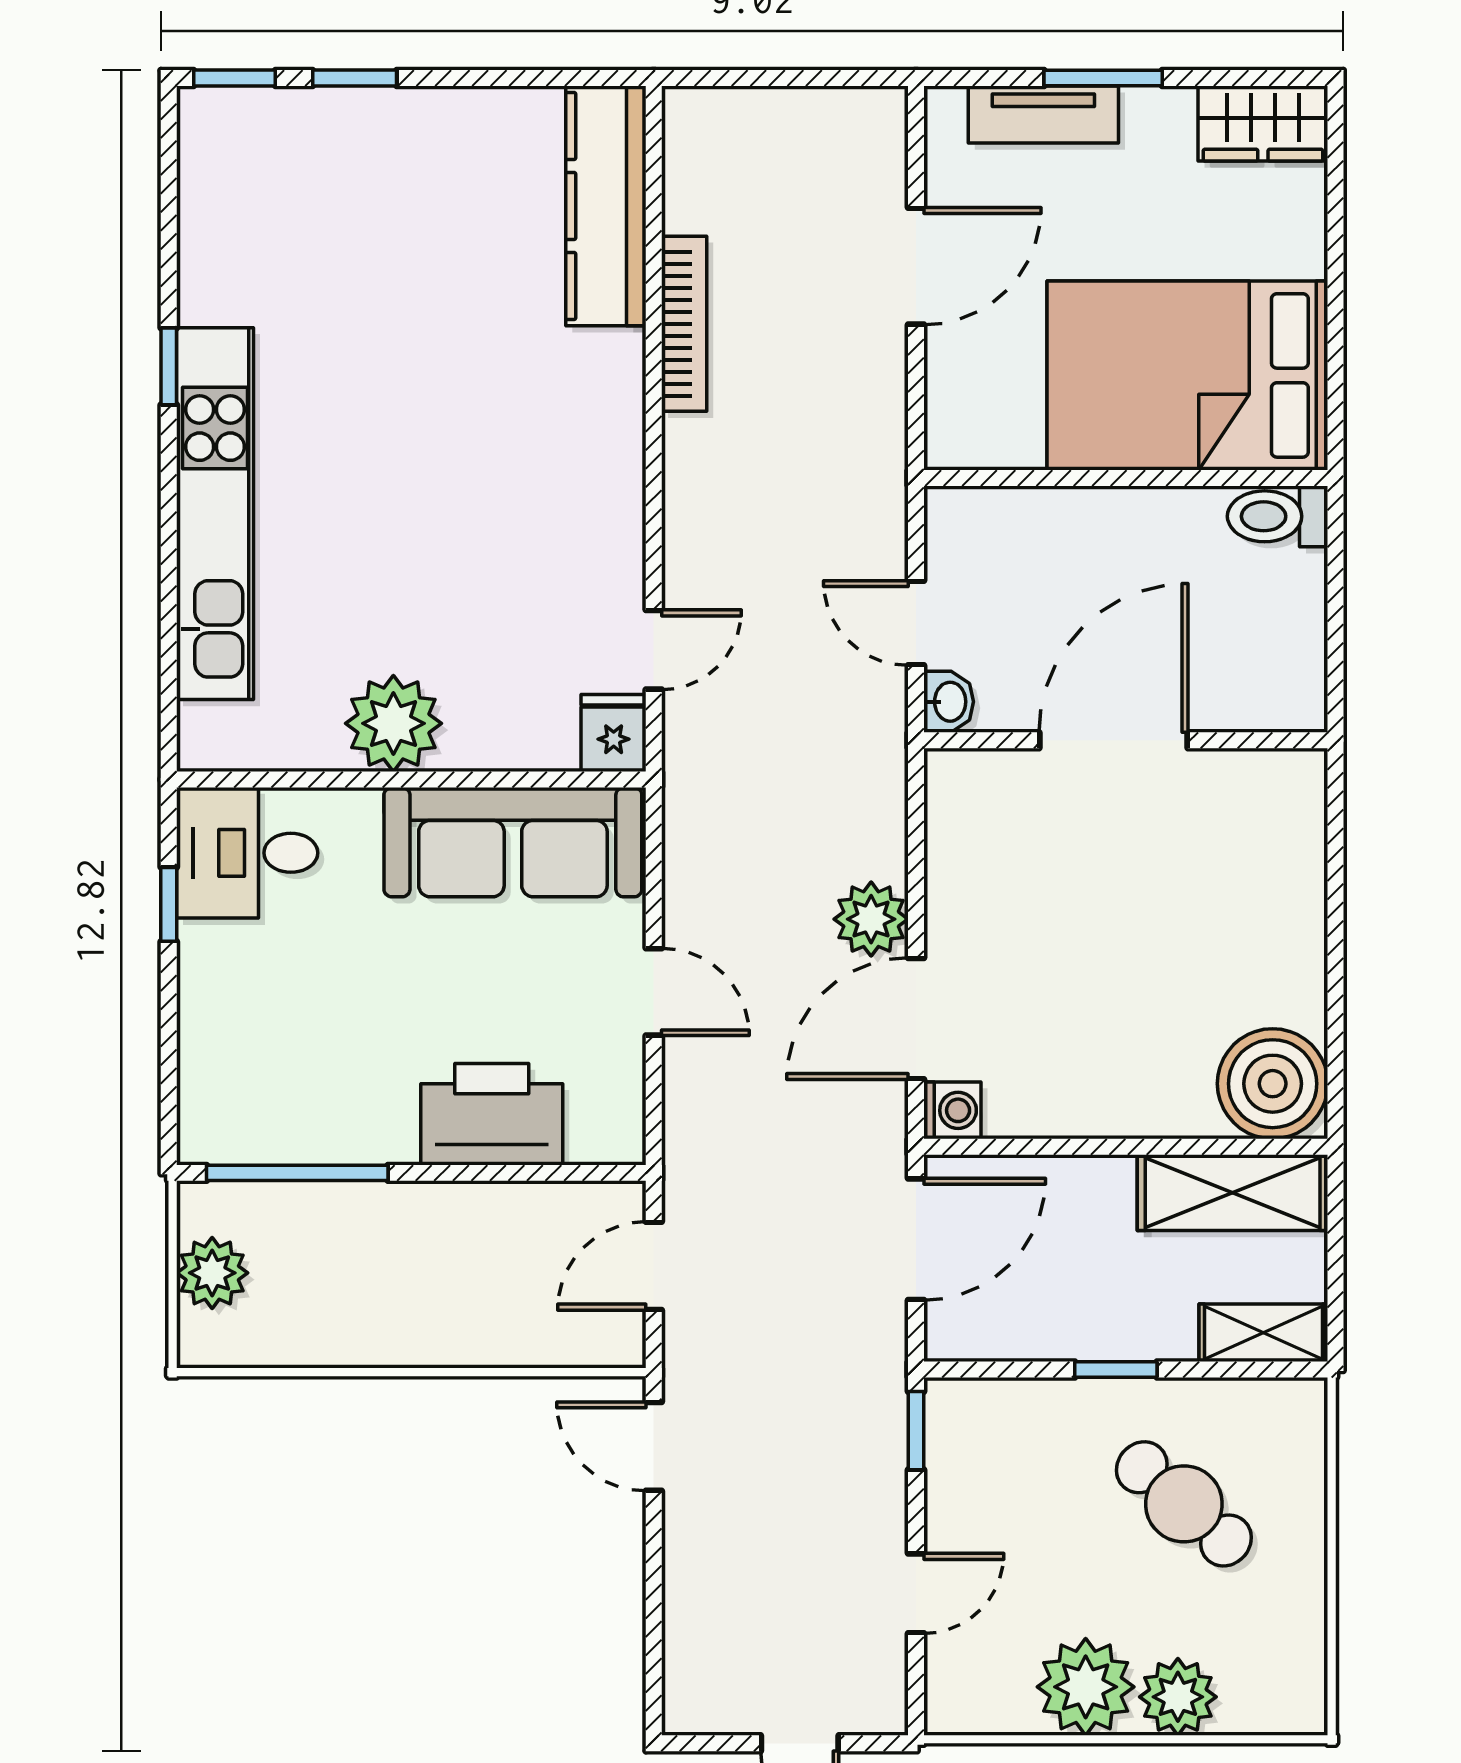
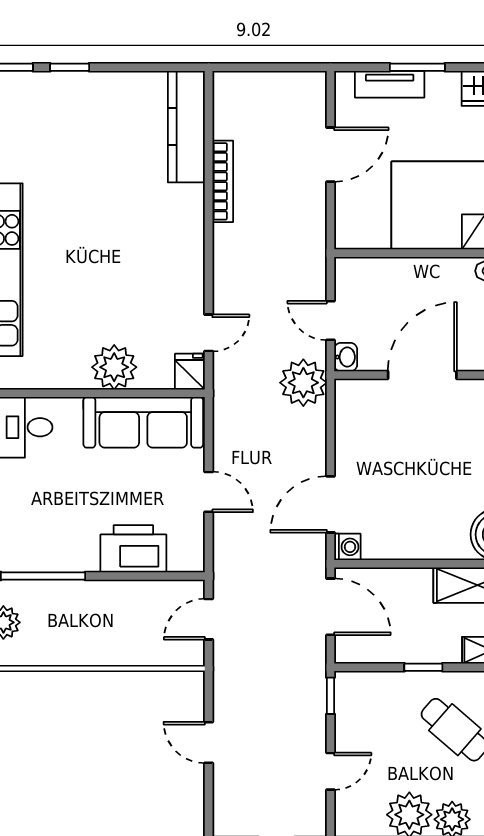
plant: (393, 723) -> (114, 367), moved
plant: (871, 919) -> (303, 383), moved, width x1.36, depth x1.36
door: (916, 1239) -> (330, 607), hinge flipped
door: (654, 1446) -> (209, 743), moved

